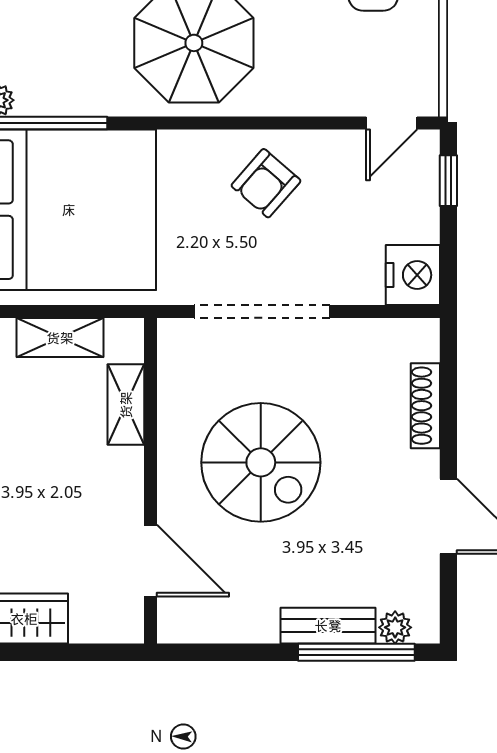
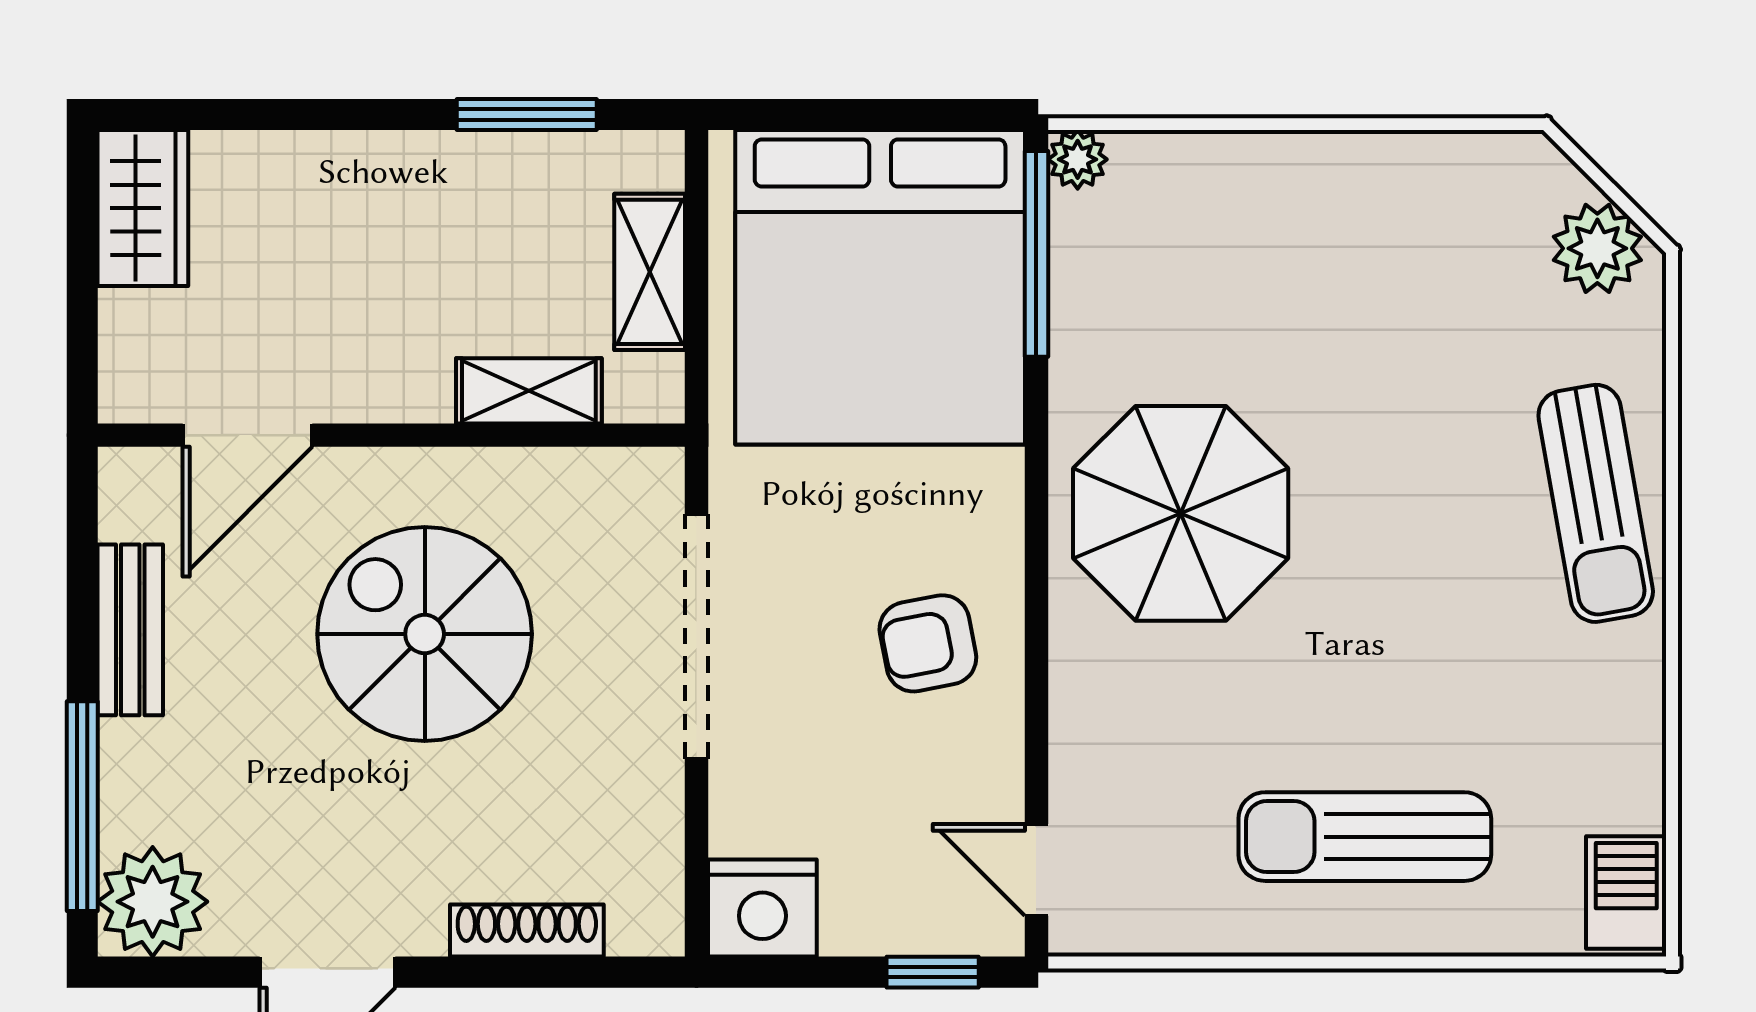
armchair: (266, 183) -> (928, 643), turned -52
spiral stairs: (261, 462) -> (425, 634), turned 90
bench: (328, 626) -> (130, 630), moved
plant: (395, 627) -> (153, 902), width x1.87, depth x1.87

